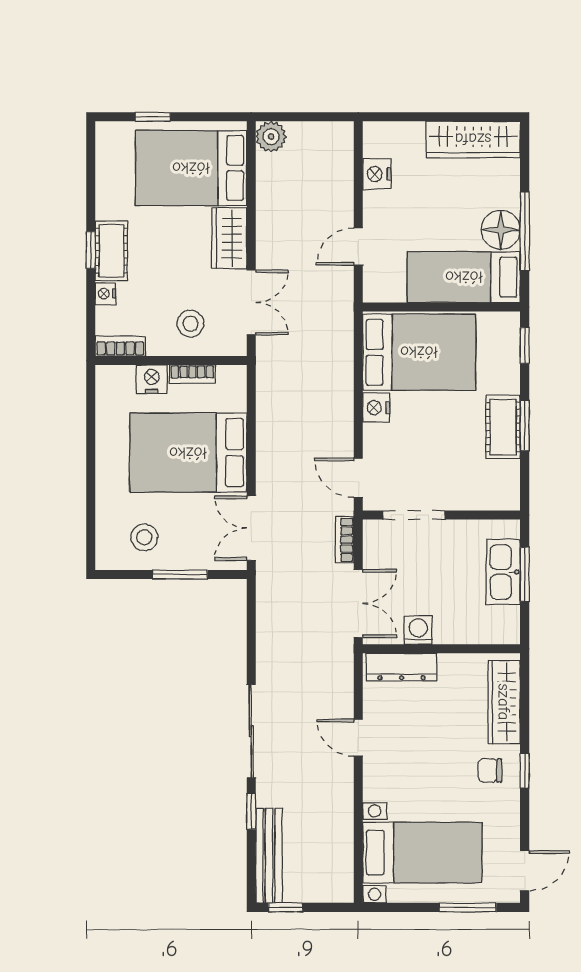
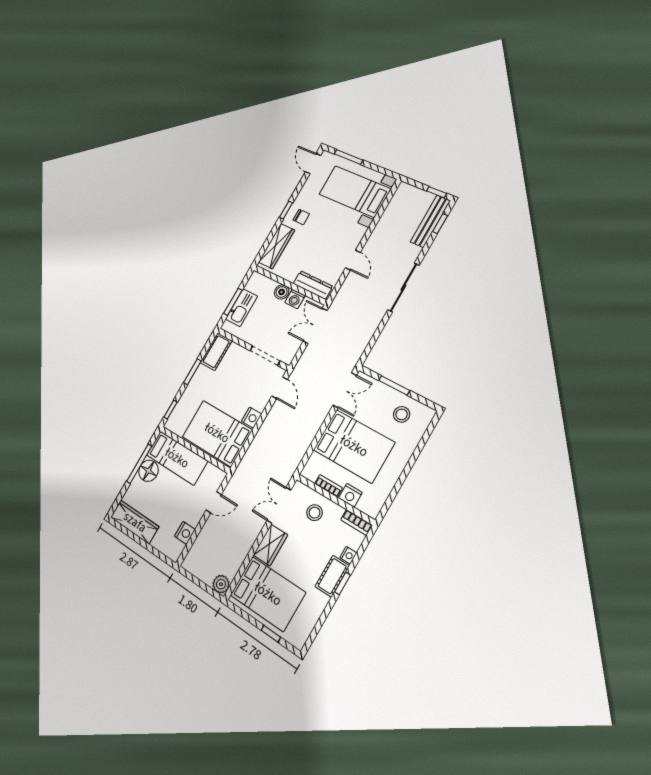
cot: (503, 427) -> (216, 352), moved
bookcase: (345, 540) -> (303, 361), removed
boiler: (448, 631) -> (282, 292), added
window: (251, 811) -> (440, 224), moved
door: (525, 871) -> (313, 164), hinge flipped

